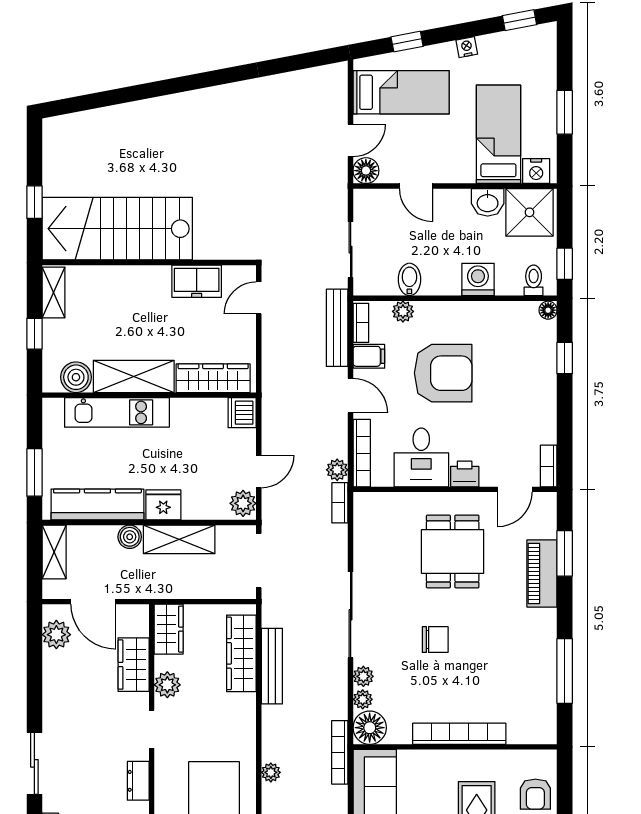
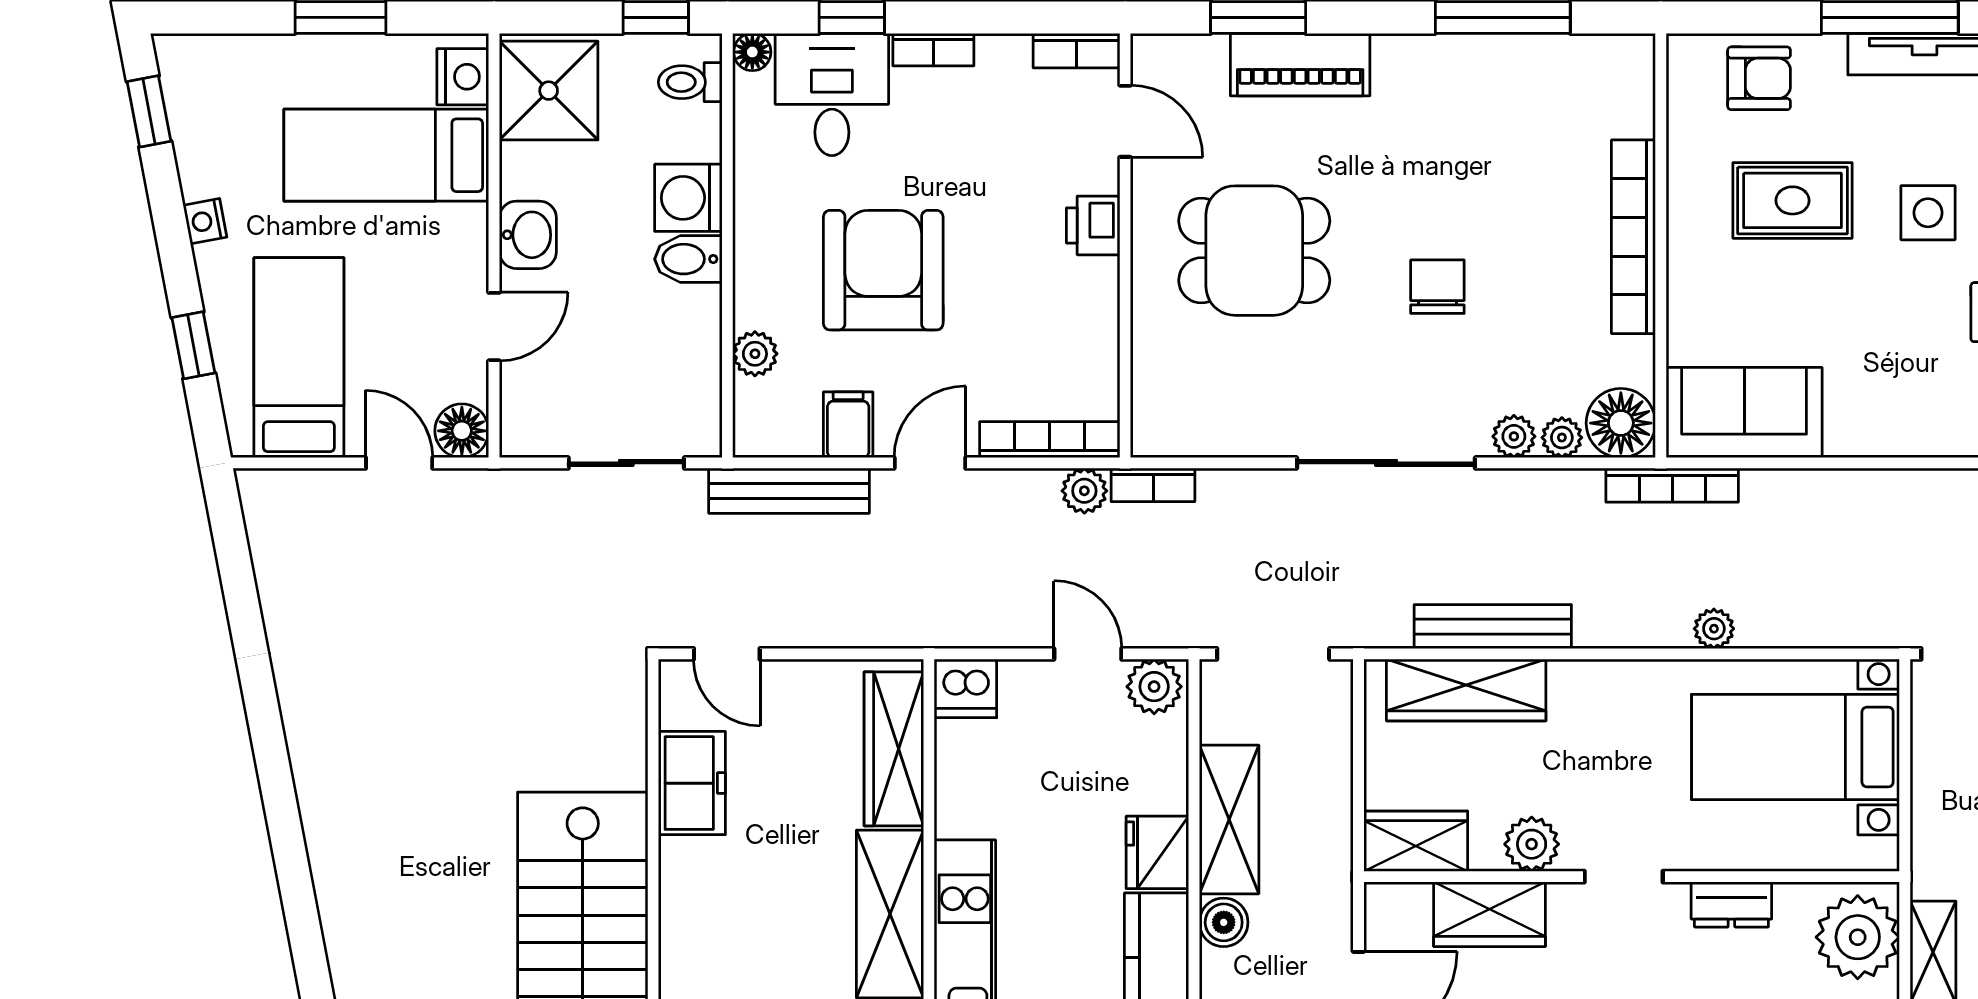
washbasin: (488, 202) -> (528, 235), moved
bidet: (409, 279) -> (688, 259), moved
bookcase: (361, 323) -> (933, 50), moved, turned 180
desk: (421, 457) -> (832, 94), moved, turned -90

